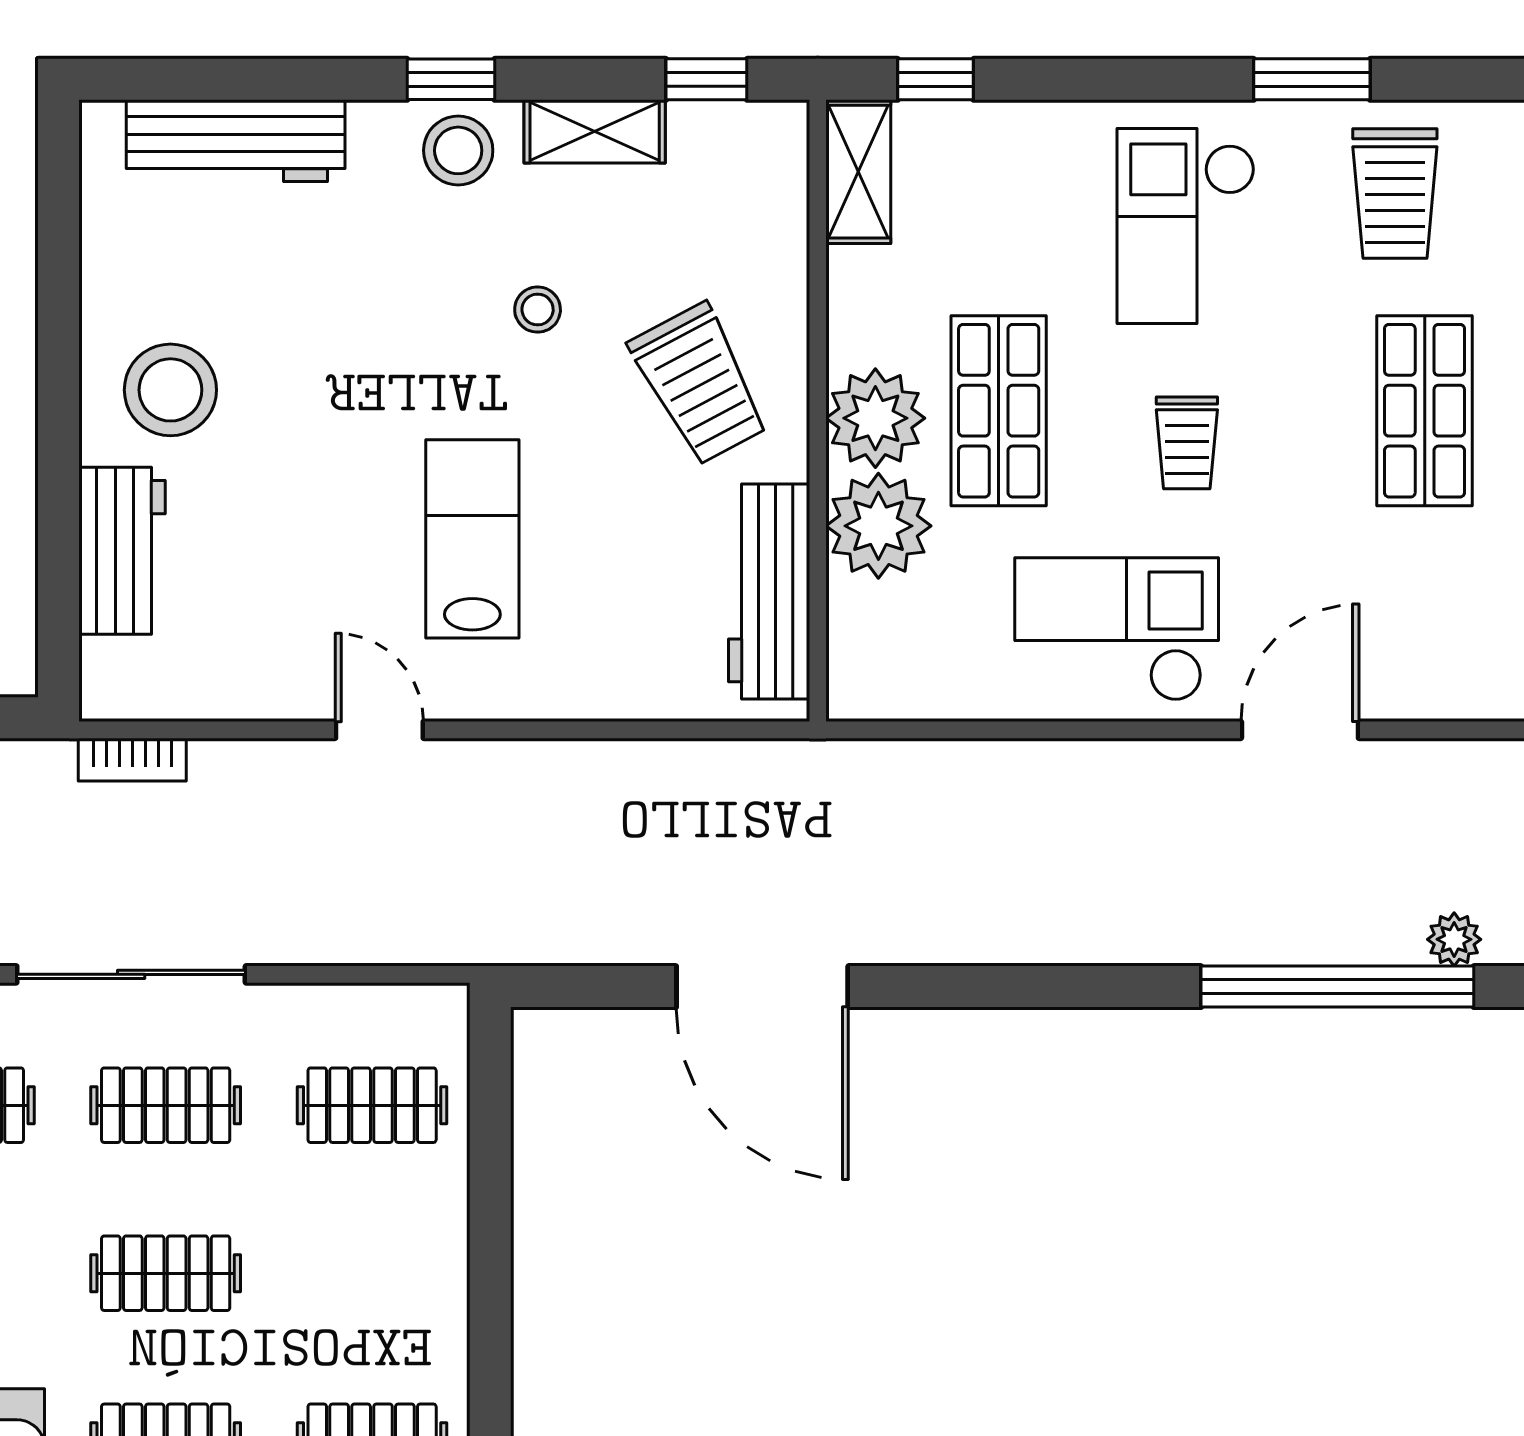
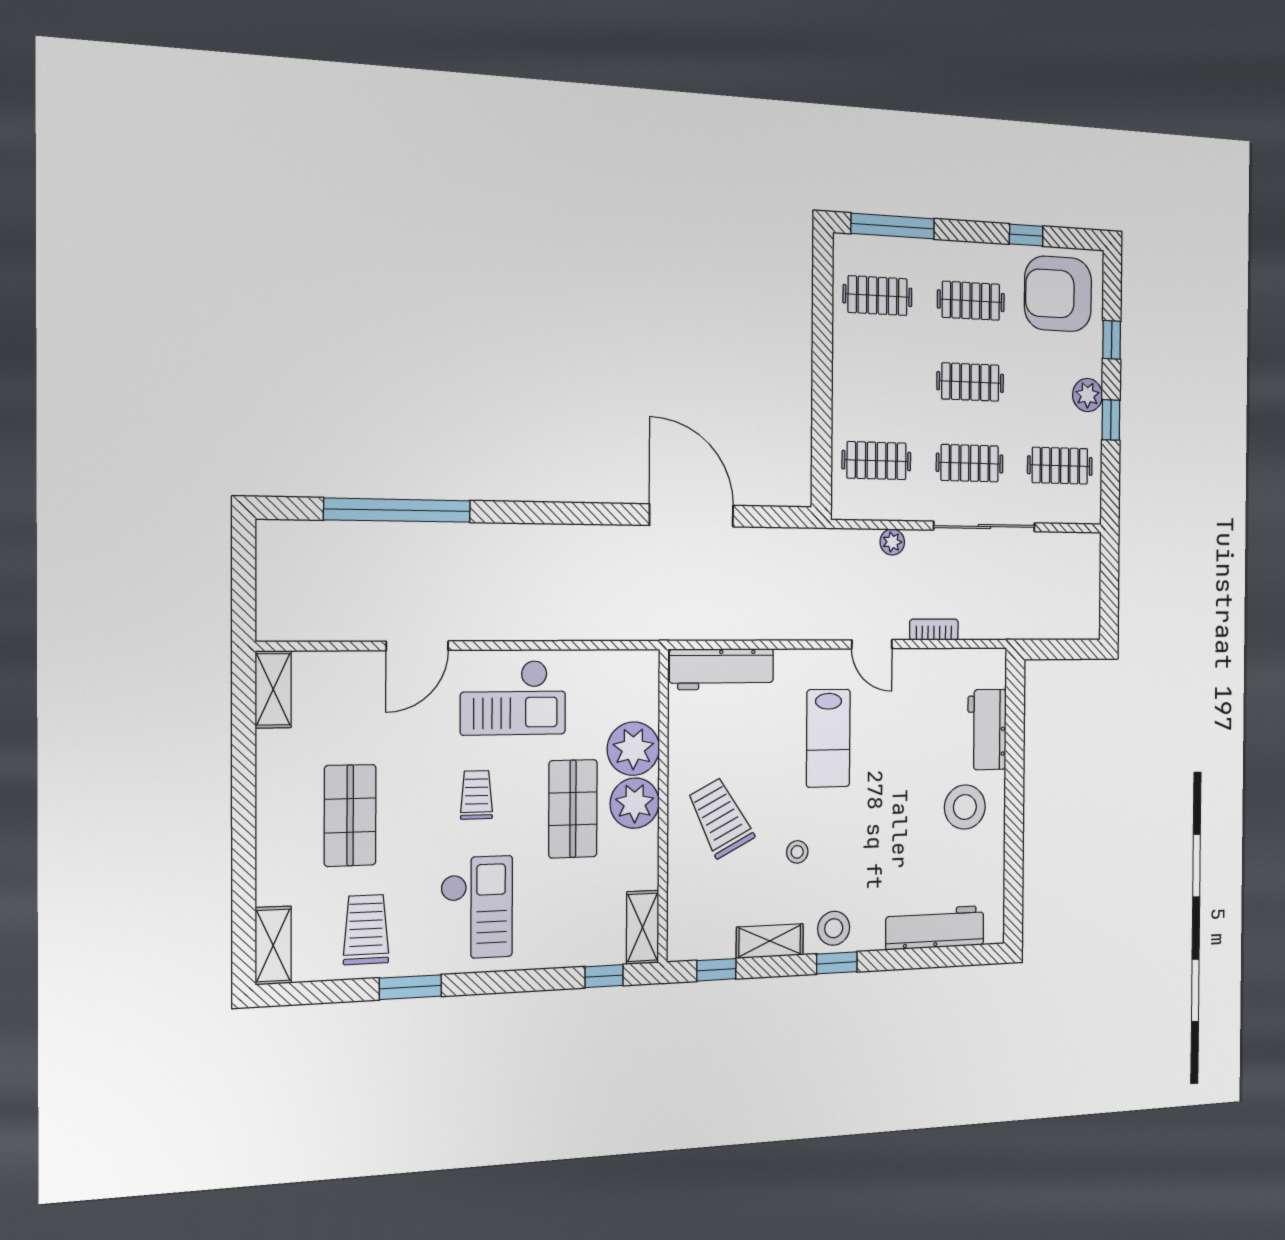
workbench: (769, 591) -> (722, 669), moved, turned 90
bookcase: (132, 760) -> (934, 630), moved
plant: (1454, 939) -> (892, 542), moved

